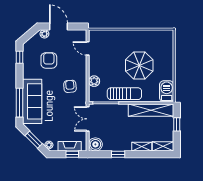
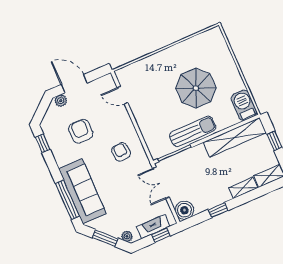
plant: (94, 81) -> (148, 132), removed

